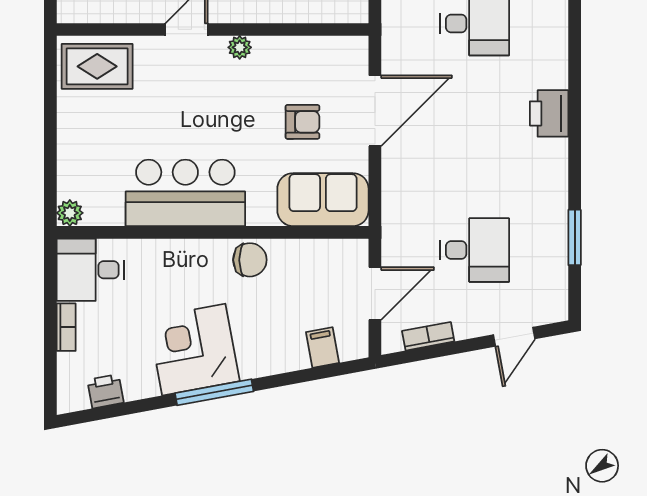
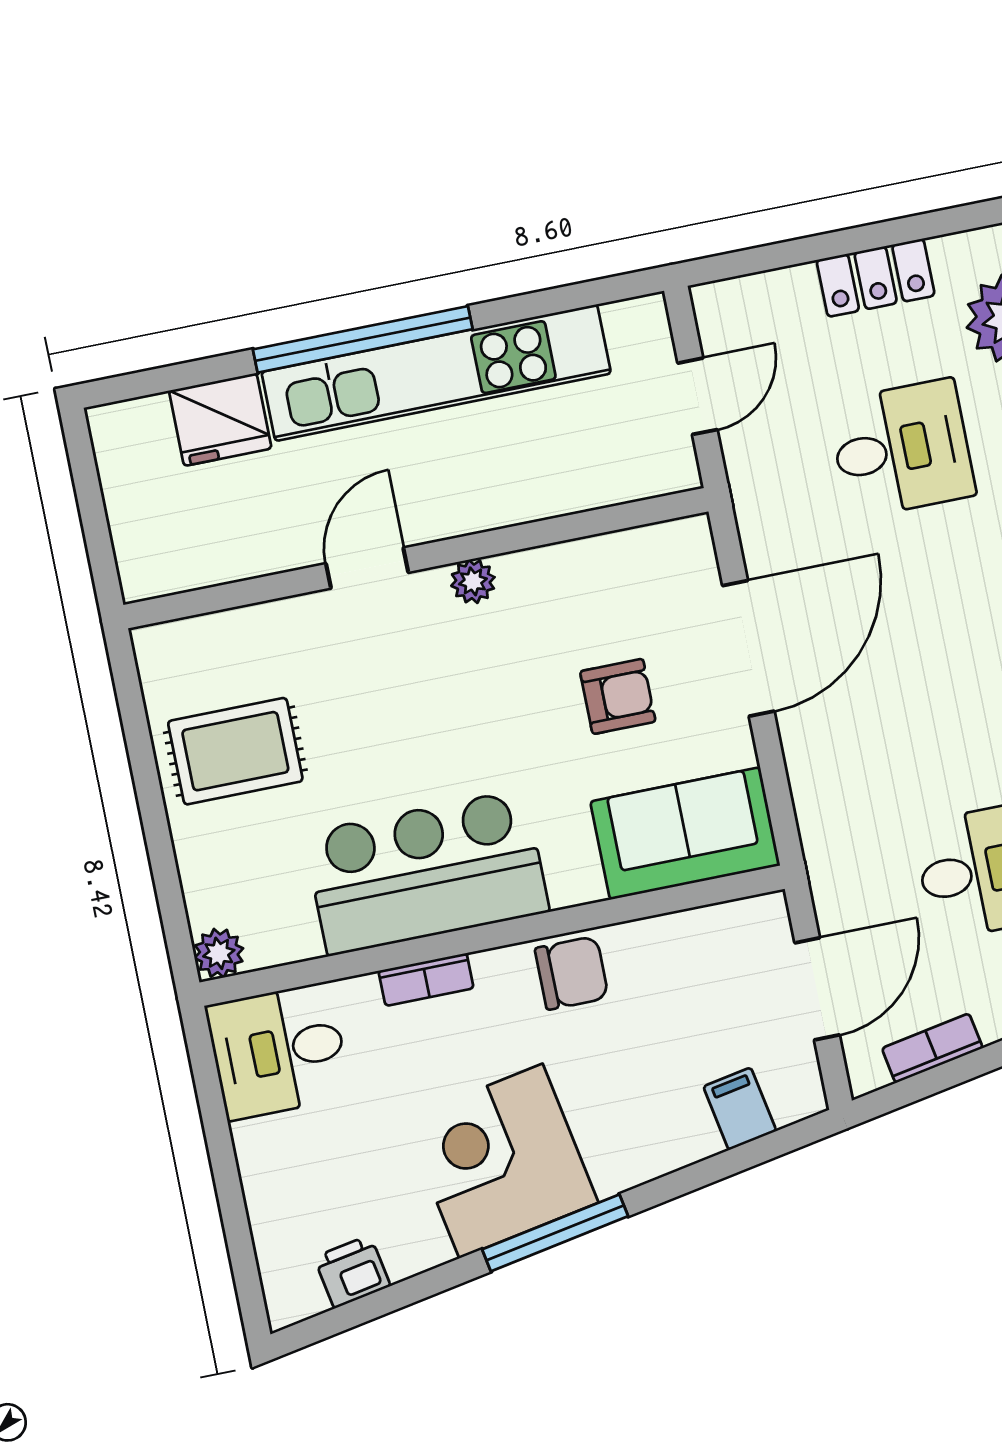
rug: (97, 66) -> (235, 751), moved
bookcase: (66, 327) -> (426, 979), moved, turned 90

